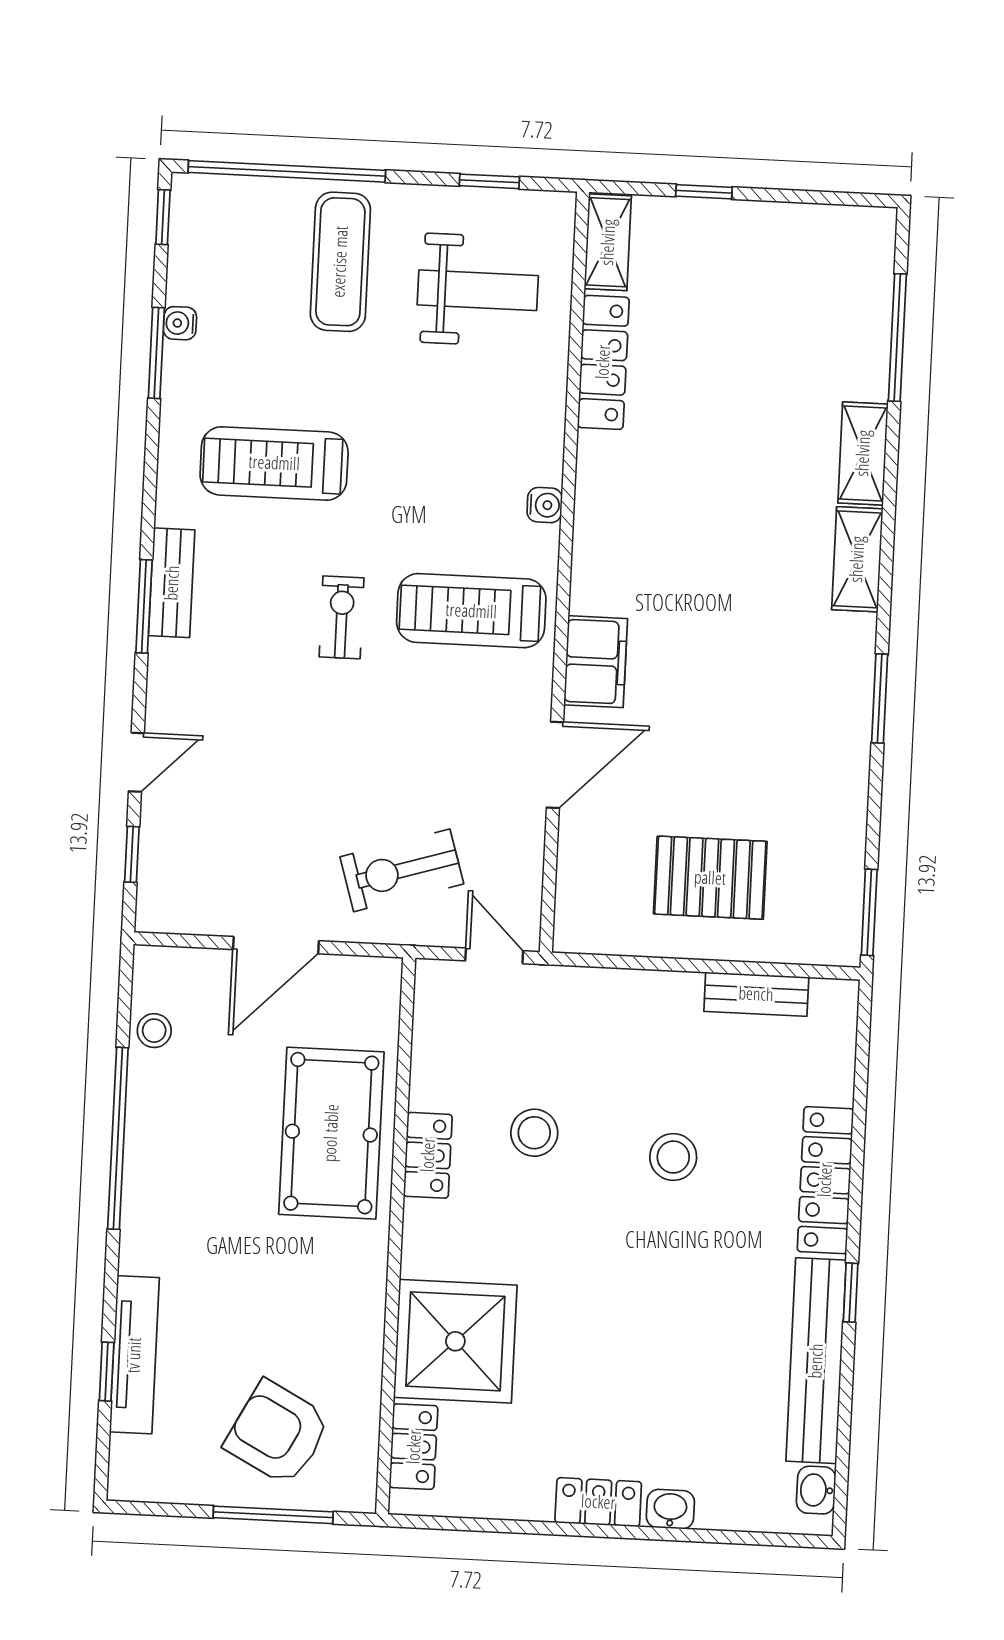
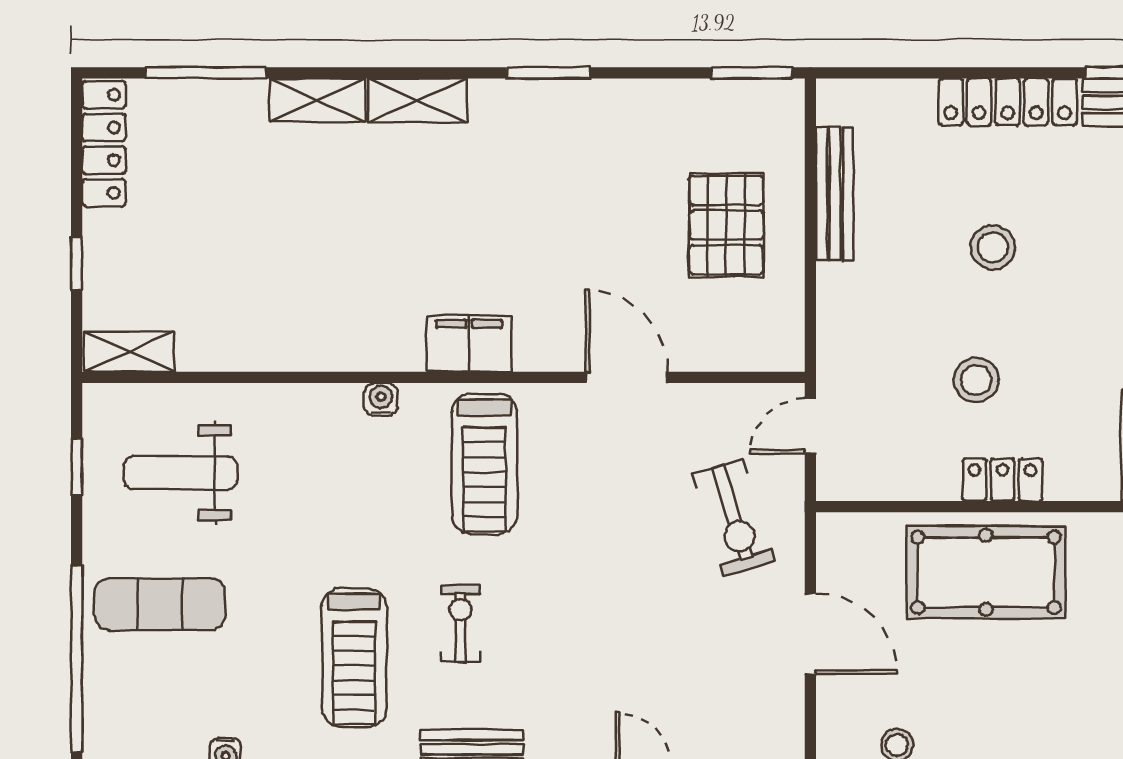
weight bench: (478, 290) -> (181, 473), turned -90
locker: (603, 362) -> (104, 144), moved, turned 90
exercise bike: (342, 617) -> (461, 623), moved, turned 90
filing cabinet: (596, 662) -> (469, 344), moved
bench: (756, 994) -> (835, 194), width x1.36

